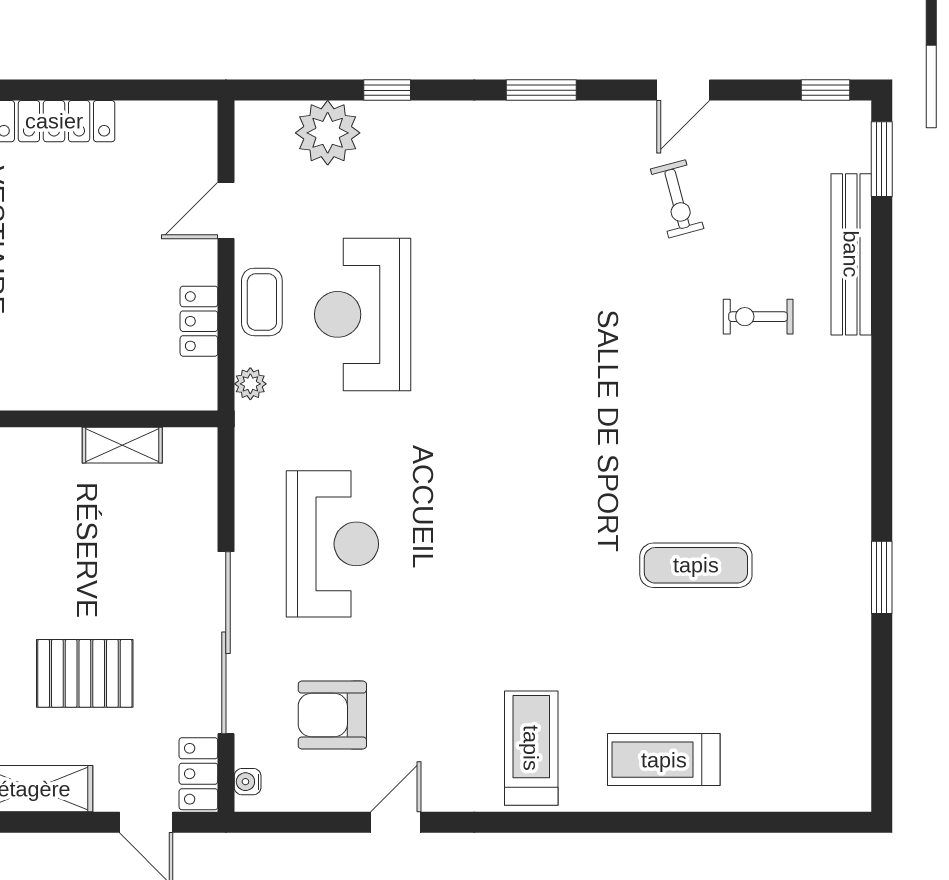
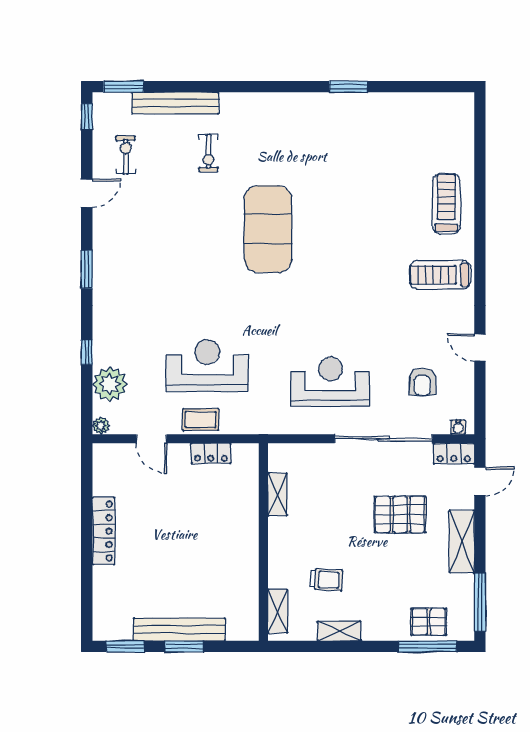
door: (683, 90) -> (87, 193), hinge flipped
exercise bike: (677, 199) -> (126, 155), moved, turned -75
reception desk: (363, 314) -> (207, 365), turned 180
plant: (250, 384) -> (101, 426), moved
exercise mat: (696, 565) -> (268, 229), moved, width x2.00, depth x1.45
pallet: (85, 673) -> (400, 515), turned 90
armchair: (332, 715) -> (422, 382), width x0.72, depth x0.72
treadmill: (664, 760) -> (446, 204), turned 180

